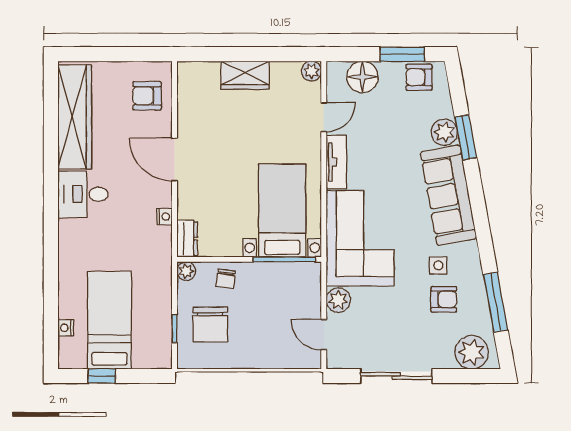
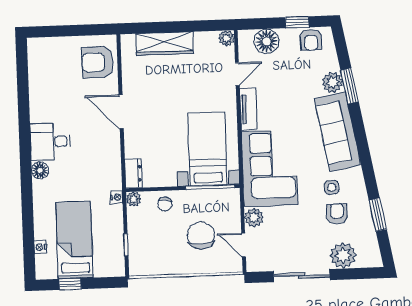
window: (402, 54) -> (297, 22), width x0.67
wardrobe: (245, 75) -> (165, 44), width x1.50
armchair: (419, 77) -> (311, 40), turned -90
armchair: (147, 96) -> (98, 62), width x1.38, depth x1.38
wardrobe: (75, 117) -> (41, 81), removed
nightstand: (165, 217) -> (116, 197), moved
floor lamp: (69, 230) -> (40, 170), added
armchair: (444, 299) -> (337, 214), turned -90
window: (496, 302) -> (378, 215), width x0.69
chair: (210, 325) -> (201, 235), moved, turned 180
plant: (472, 352) -> (343, 255), moved

